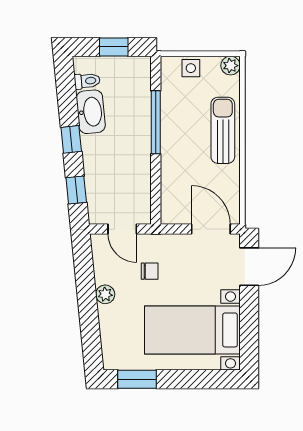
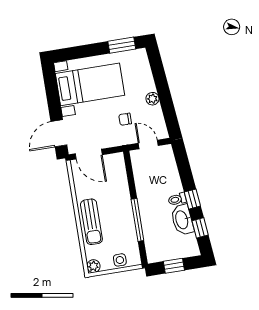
toilet: (87, 81) -> (177, 199), moved
window: (76, 190) -> (200, 228), moved

